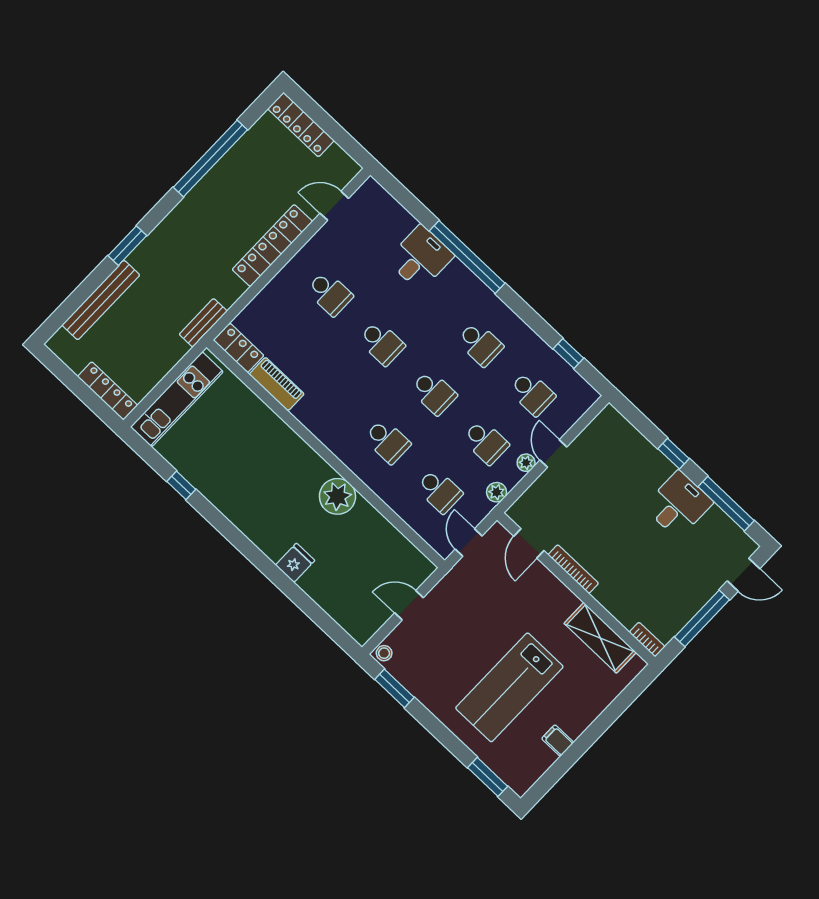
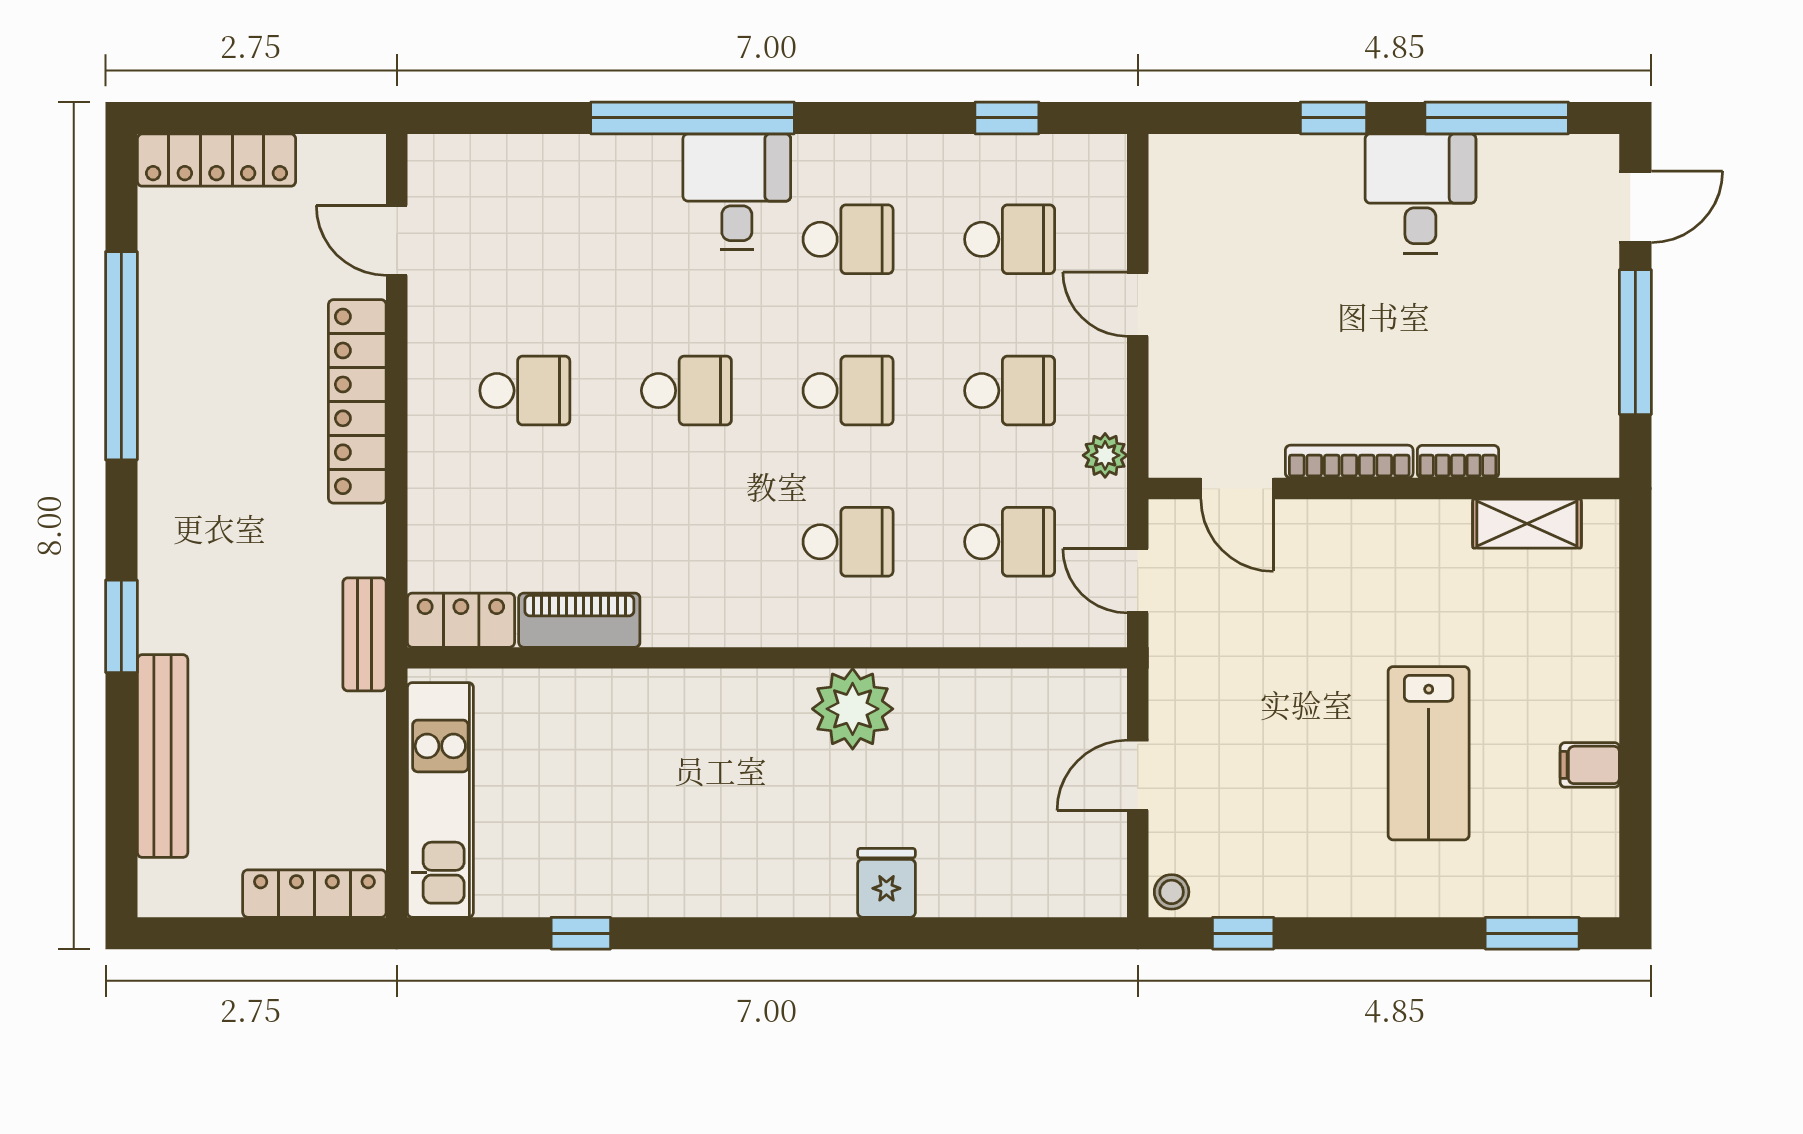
door: (334, 206) -> (397, 240), hinge flipped
desk: (420, 258) -> (737, 192), moved
plant: (526, 463) -> (1107, 362), removed
shelving: (600, 638) -> (1527, 524), width x0.67, depth x0.75
bookcase: (647, 639) -> (1458, 462), moved
lab bench: (509, 687) -> (1429, 753), width x0.73, depth x0.72
window: (394, 688) -> (1243, 933), width x0.67

